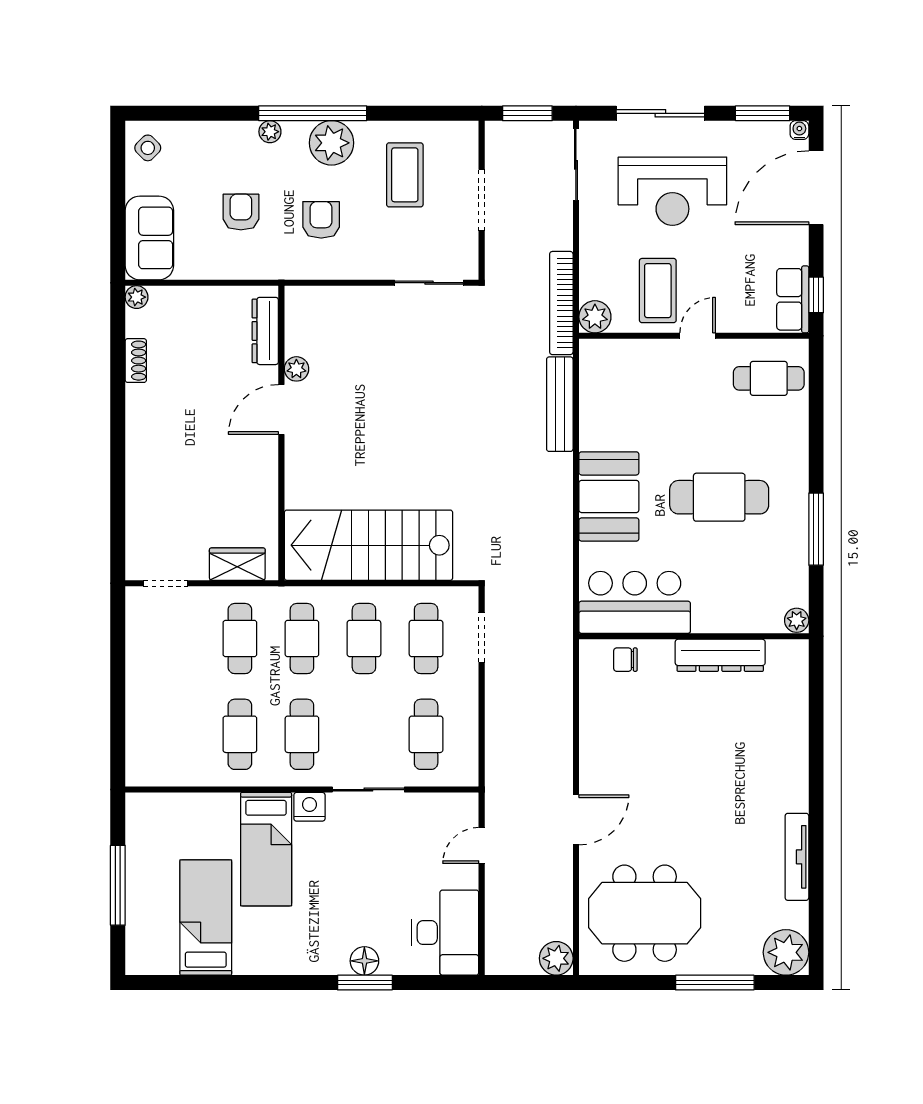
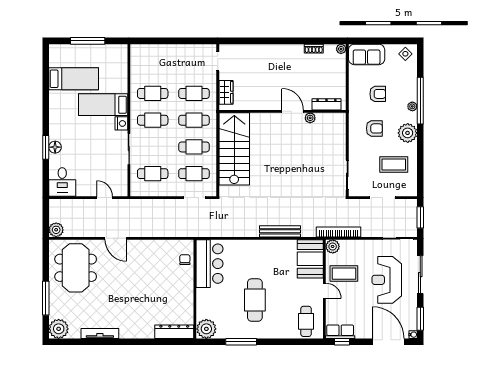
window: (313, 113) -> (420, 101), moved
bench: (560, 404) -> (280, 231), moved
booth: (609, 496) -> (310, 259), moved, turned 90
plant: (797, 620) -> (206, 329), width x1.87, depth x1.87
dresser: (720, 655) -> (174, 332), moved, turned 90
desk: (445, 933) -> (62, 182), width x0.73

